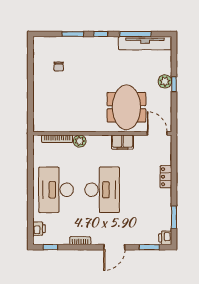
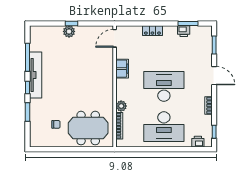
tv unit: (145, 43) -> (36, 75), moved
meeting table: (126, 107) -> (88, 128), moved
printer: (165, 238) -> (184, 31), moved

